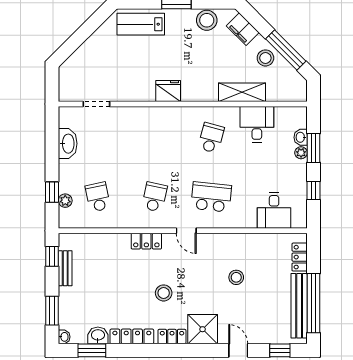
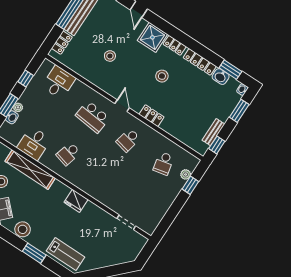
shelving: (242, 92) -> (30, 170), width x1.47
washbasin: (68, 144) -> (161, 209), removed

